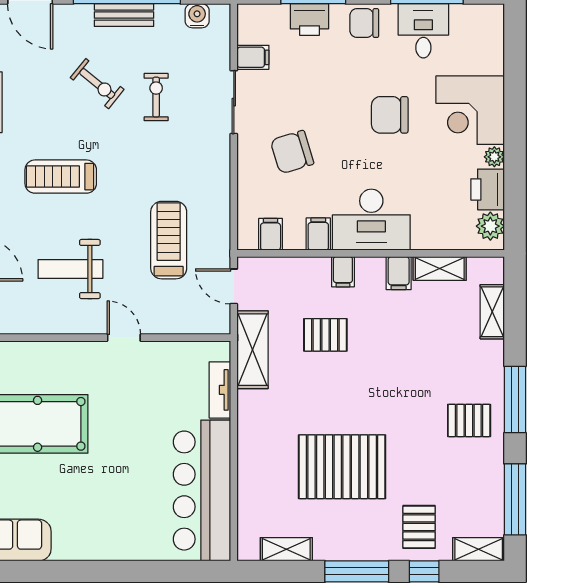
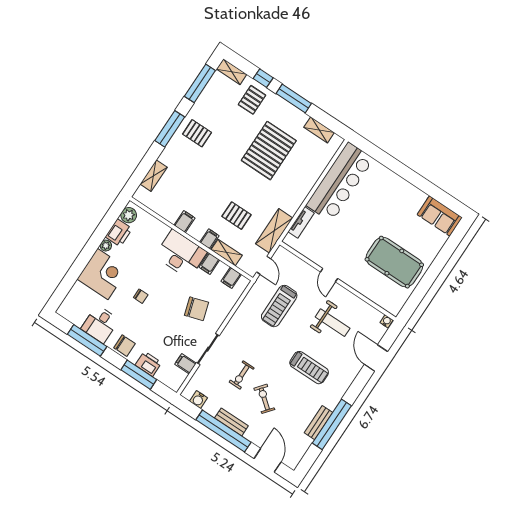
chair: (390, 115) -> (141, 296), width x0.54, depth x0.54
shelving: (440, 268) -> (227, 253), moved
pallet: (342, 467) -> (269, 151), turned 90

